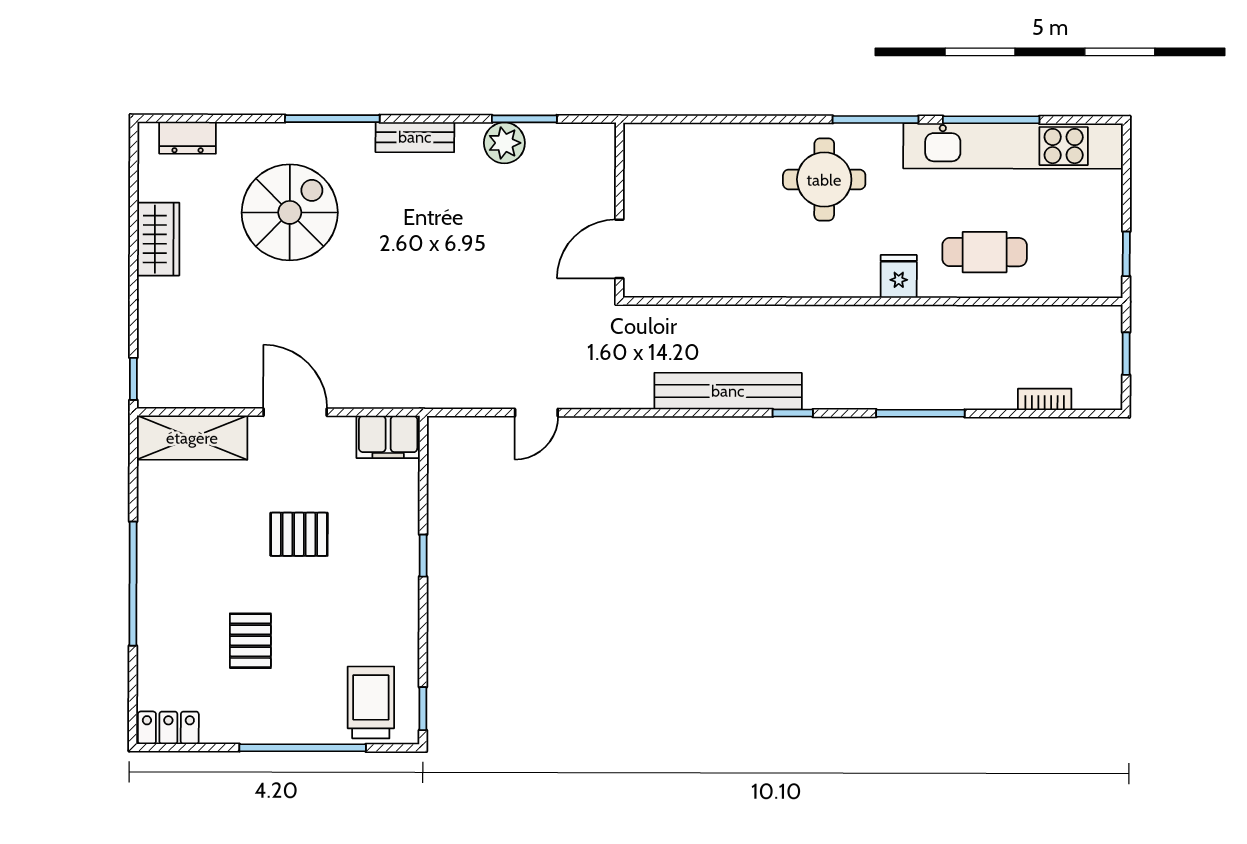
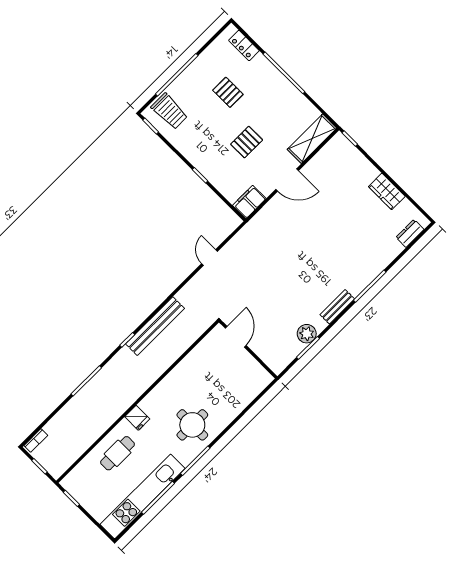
spiral stairs: (290, 212) -> (353, 242), removed
bookcase: (1045, 399) -> (36, 440), moved
locker: (168, 728) -> (244, 45), moved, turned 90

